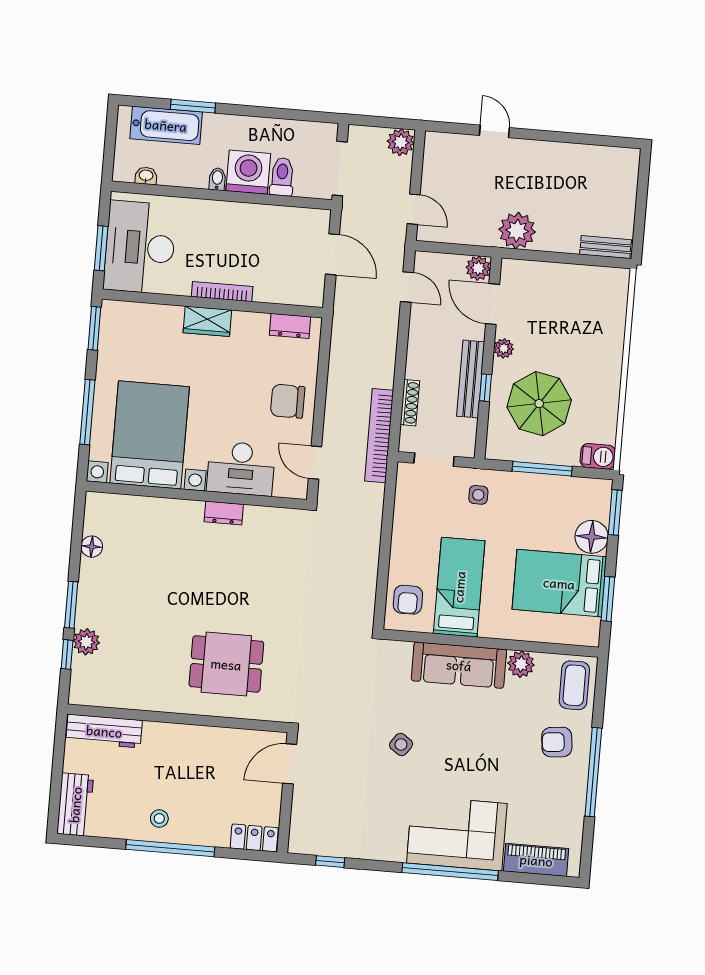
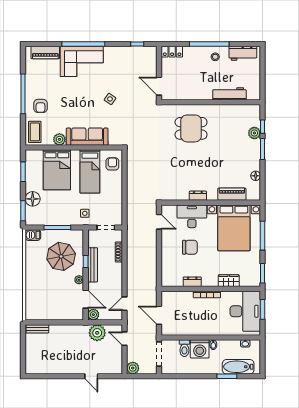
plant: (517, 231) -> (97, 333), moved
door: (407, 287) -> (124, 304), hinge flipped
wardrobe: (207, 321) -> (229, 281), moved
dresser: (290, 326) -> (192, 282), moved
chair: (288, 401) -> (190, 247), moved
bookcase: (379, 436) -> (131, 236), removed
piano: (148, 510) -> (232, 194), added
bed: (559, 583) -> (57, 170), moved, turned 90
workbench: (104, 731) -> (229, 94), moved
armchair: (557, 742) -> (41, 106), turned 96
door: (290, 764) -> (159, 86), swing flipped
workbench: (75, 805) -> (243, 53), moved, turned -90

